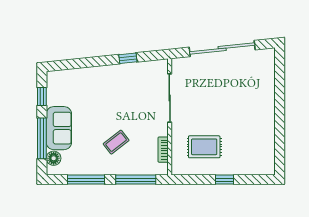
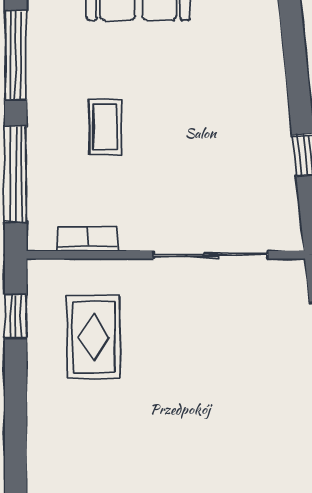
coffee table: (116, 142) -> (105, 127), turned 38
window: (225, 180) -> (16, 316), moved

